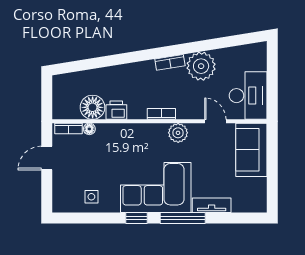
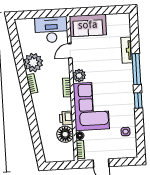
corner sofa: (156, 187) -> (91, 106), moved, turned 180

